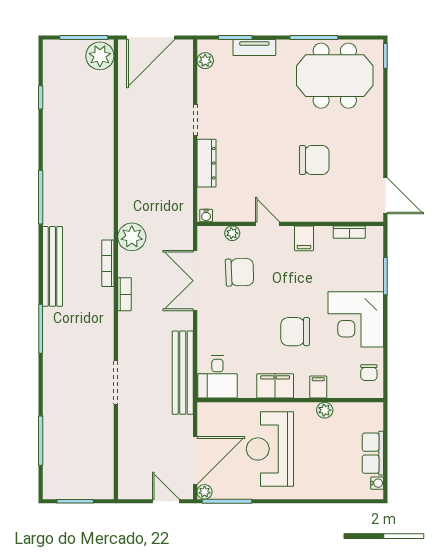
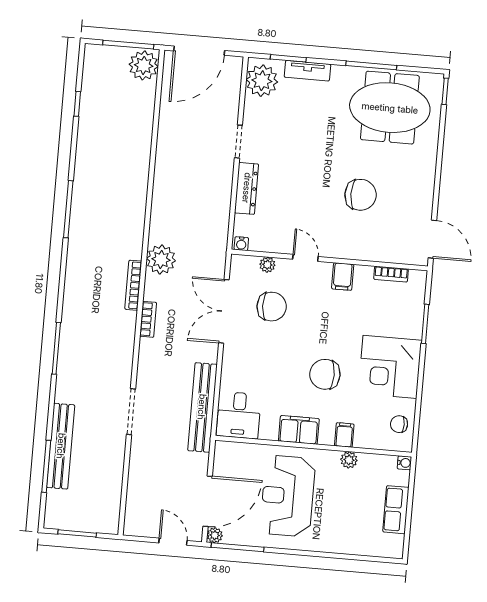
plant: (205, 61) -> (262, 81), width x1.88, depth x1.88
bench: (52, 266) -> (61, 446), moved
chair: (369, 373) -> (399, 424), turned 90
water cooler: (377, 483) -> (404, 463), moved

